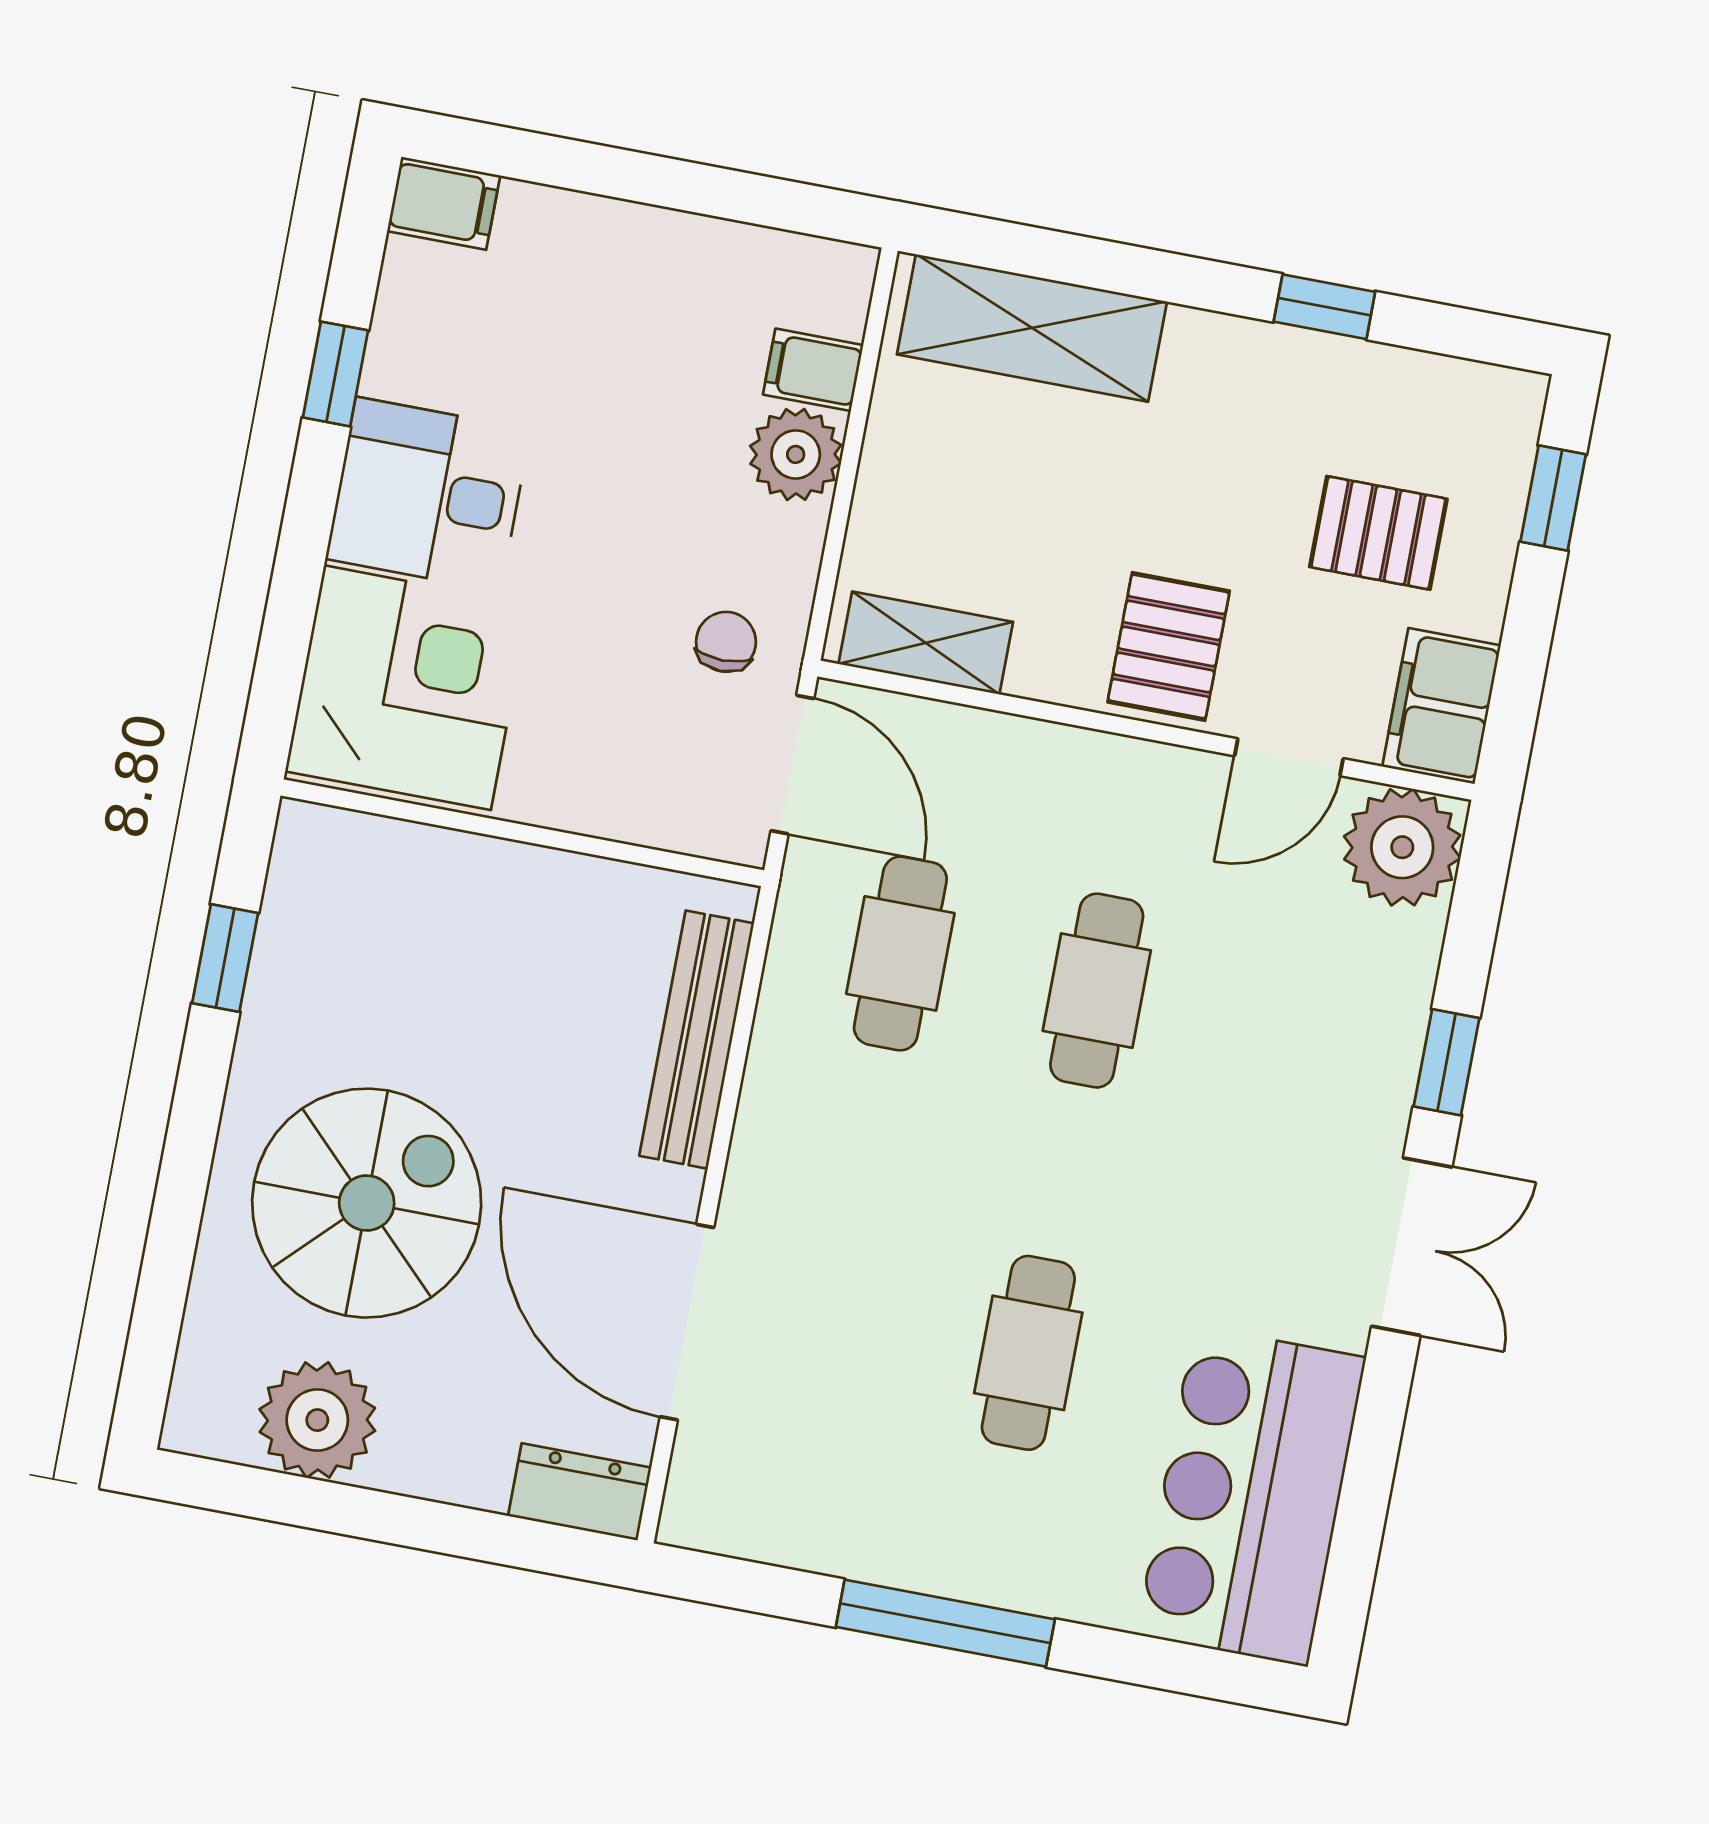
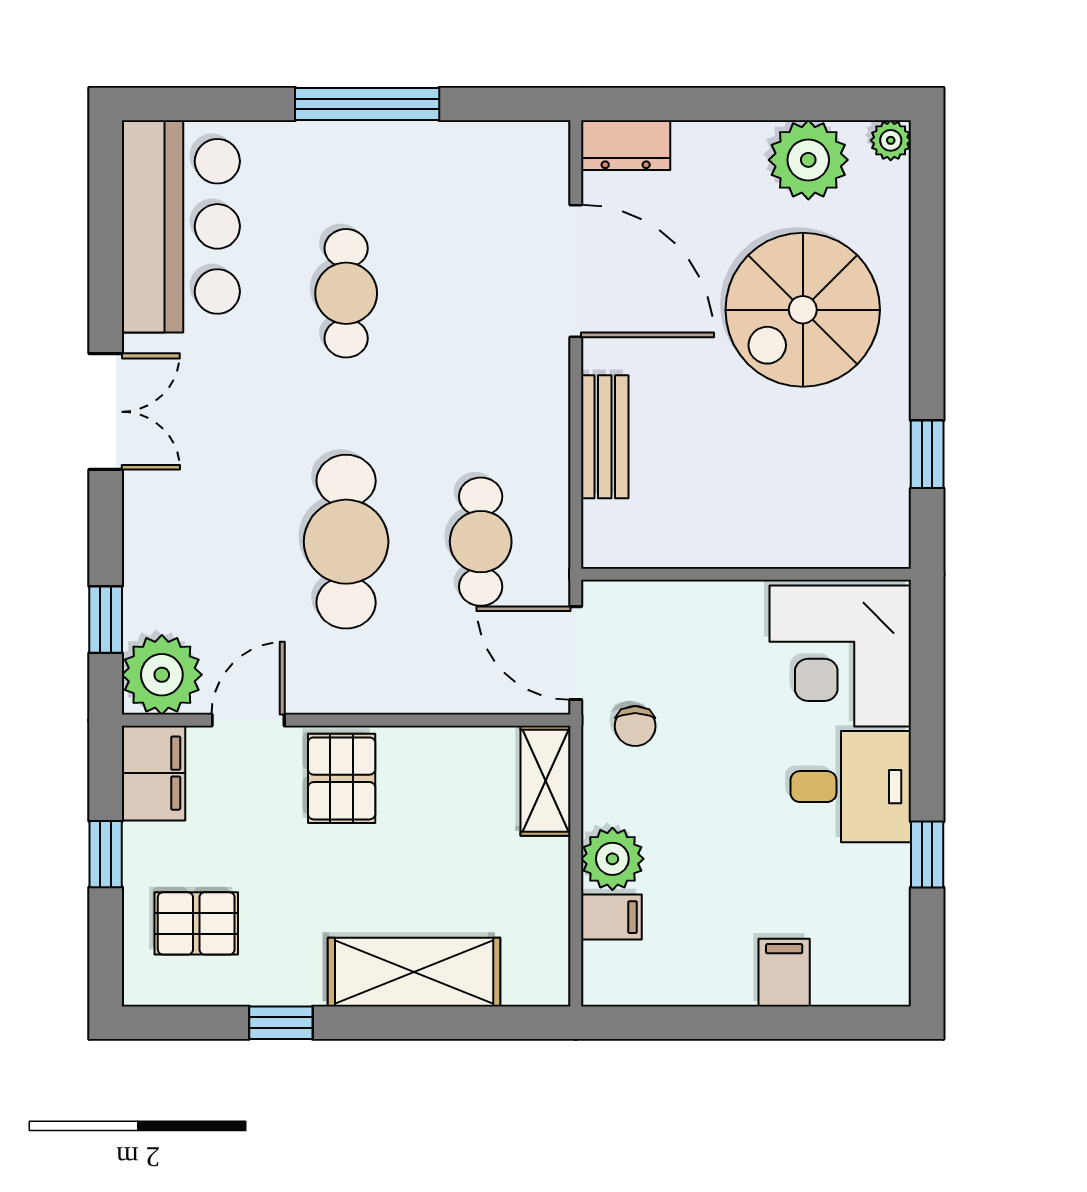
filing cabinet: (444, 203) -> (784, 973), moved, turned 90
shelving: (1032, 328) -> (414, 972), moved
window: (1553, 498) -> (106, 854), moved
pallet: (1378, 533) -> (196, 923), moved
shelving: (926, 643) -> (546, 781), moved, turned 90
cafe table: (1097, 991) -> (346, 542), width x1.37, depth x1.35
bench: (697, 1040) -> (605, 437), width x0.73
window: (1447, 1062) -> (106, 620), moved
double door: (1412, 1247) -> (106, 412), swing flipped
plant: (192, 1426) -> (891, 140), added

